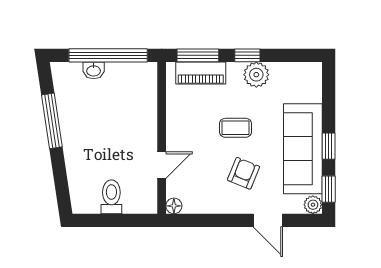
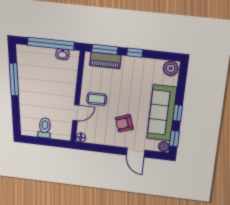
washbasin: (94, 70) -> (62, 54), moved
plant: (256, 75) -> (171, 68), moved
coffee table: (236, 128) -> (97, 99), moved
armchair: (243, 173) -> (124, 123), turned -131

